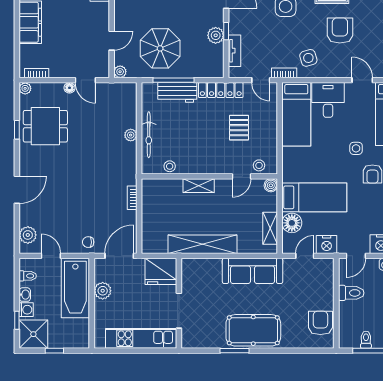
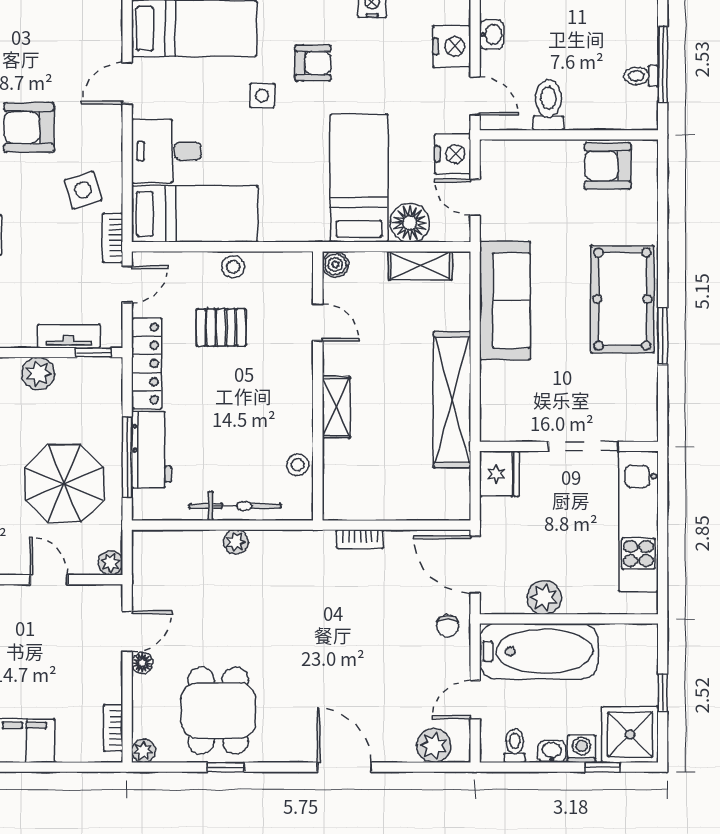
window: (226, 31) -> (93, 353), moved
stool: (259, 165) -> (233, 267), moved
fridge: (161, 271) -> (499, 474), width x0.73, depth x0.75

